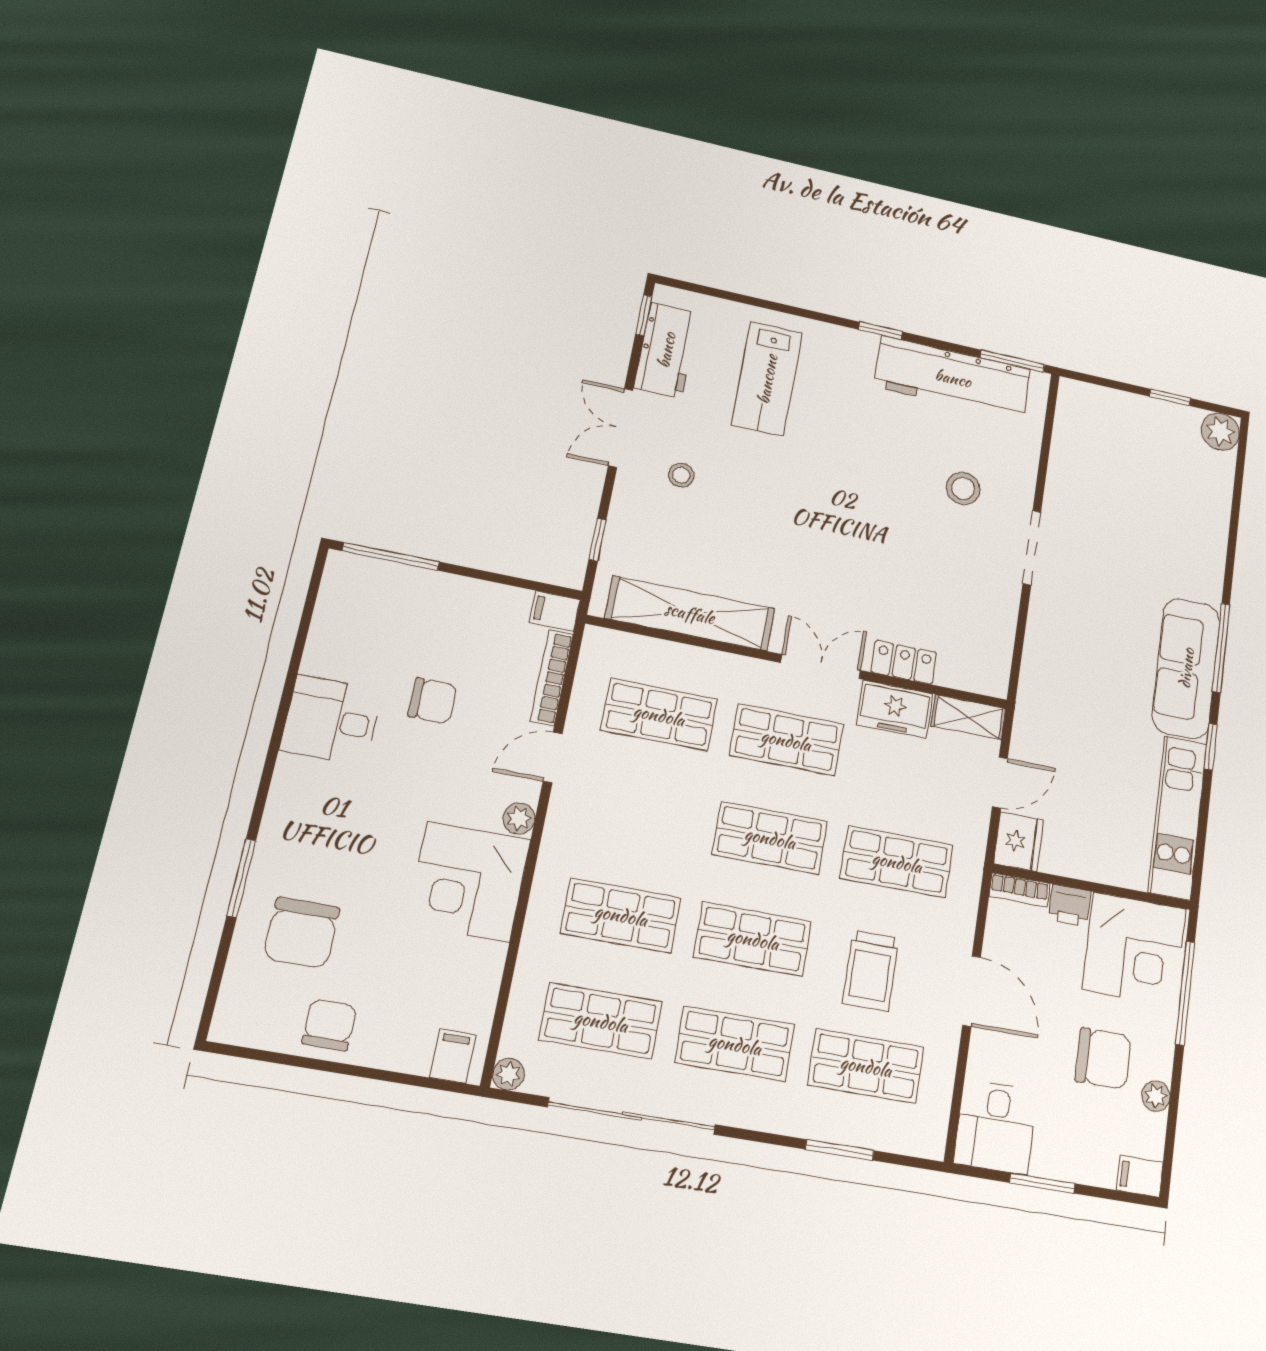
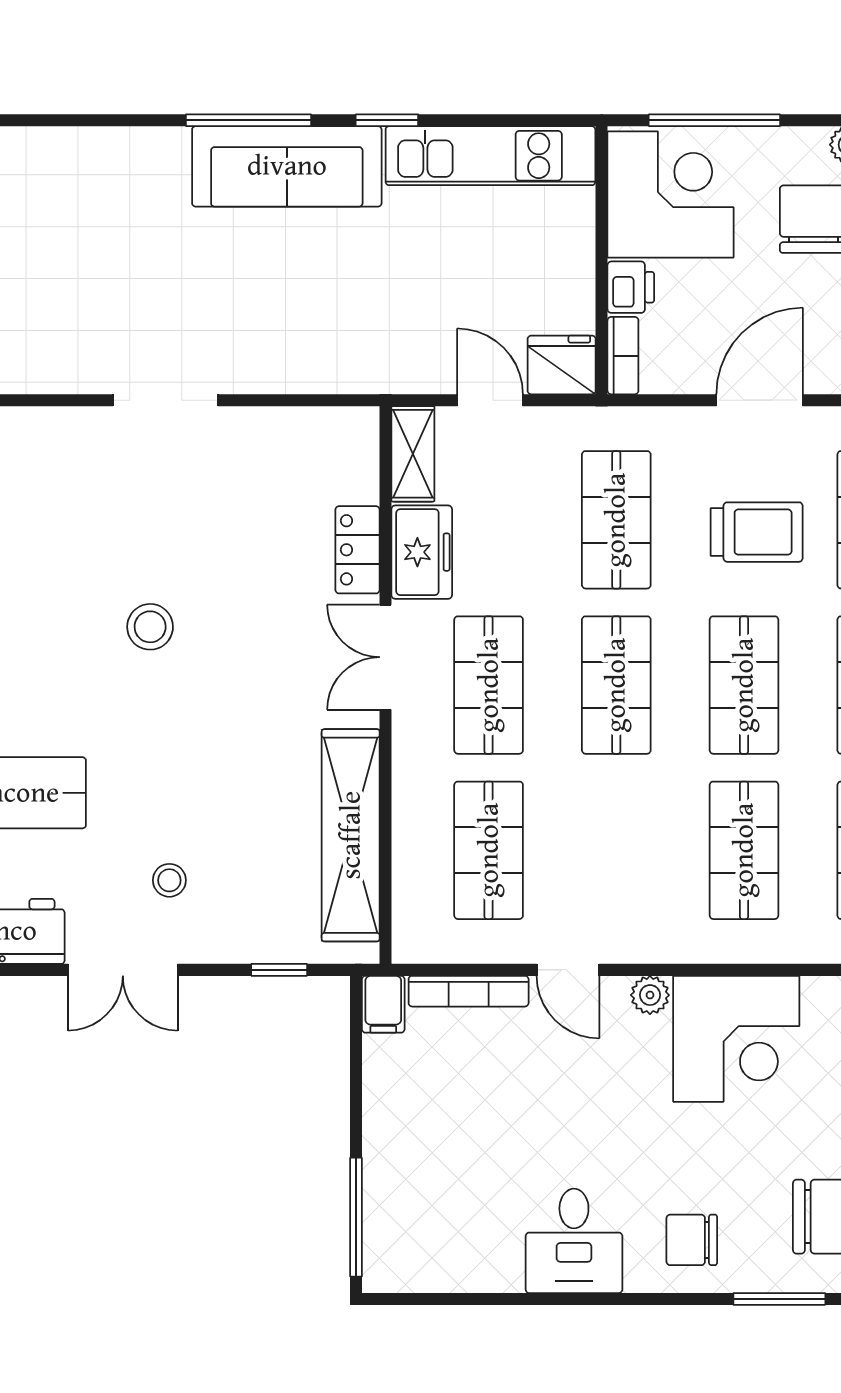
stool: (963, 488) -> (150, 627), moved
chair: (432, 701) -> (692, 1240), moved, turned -90

